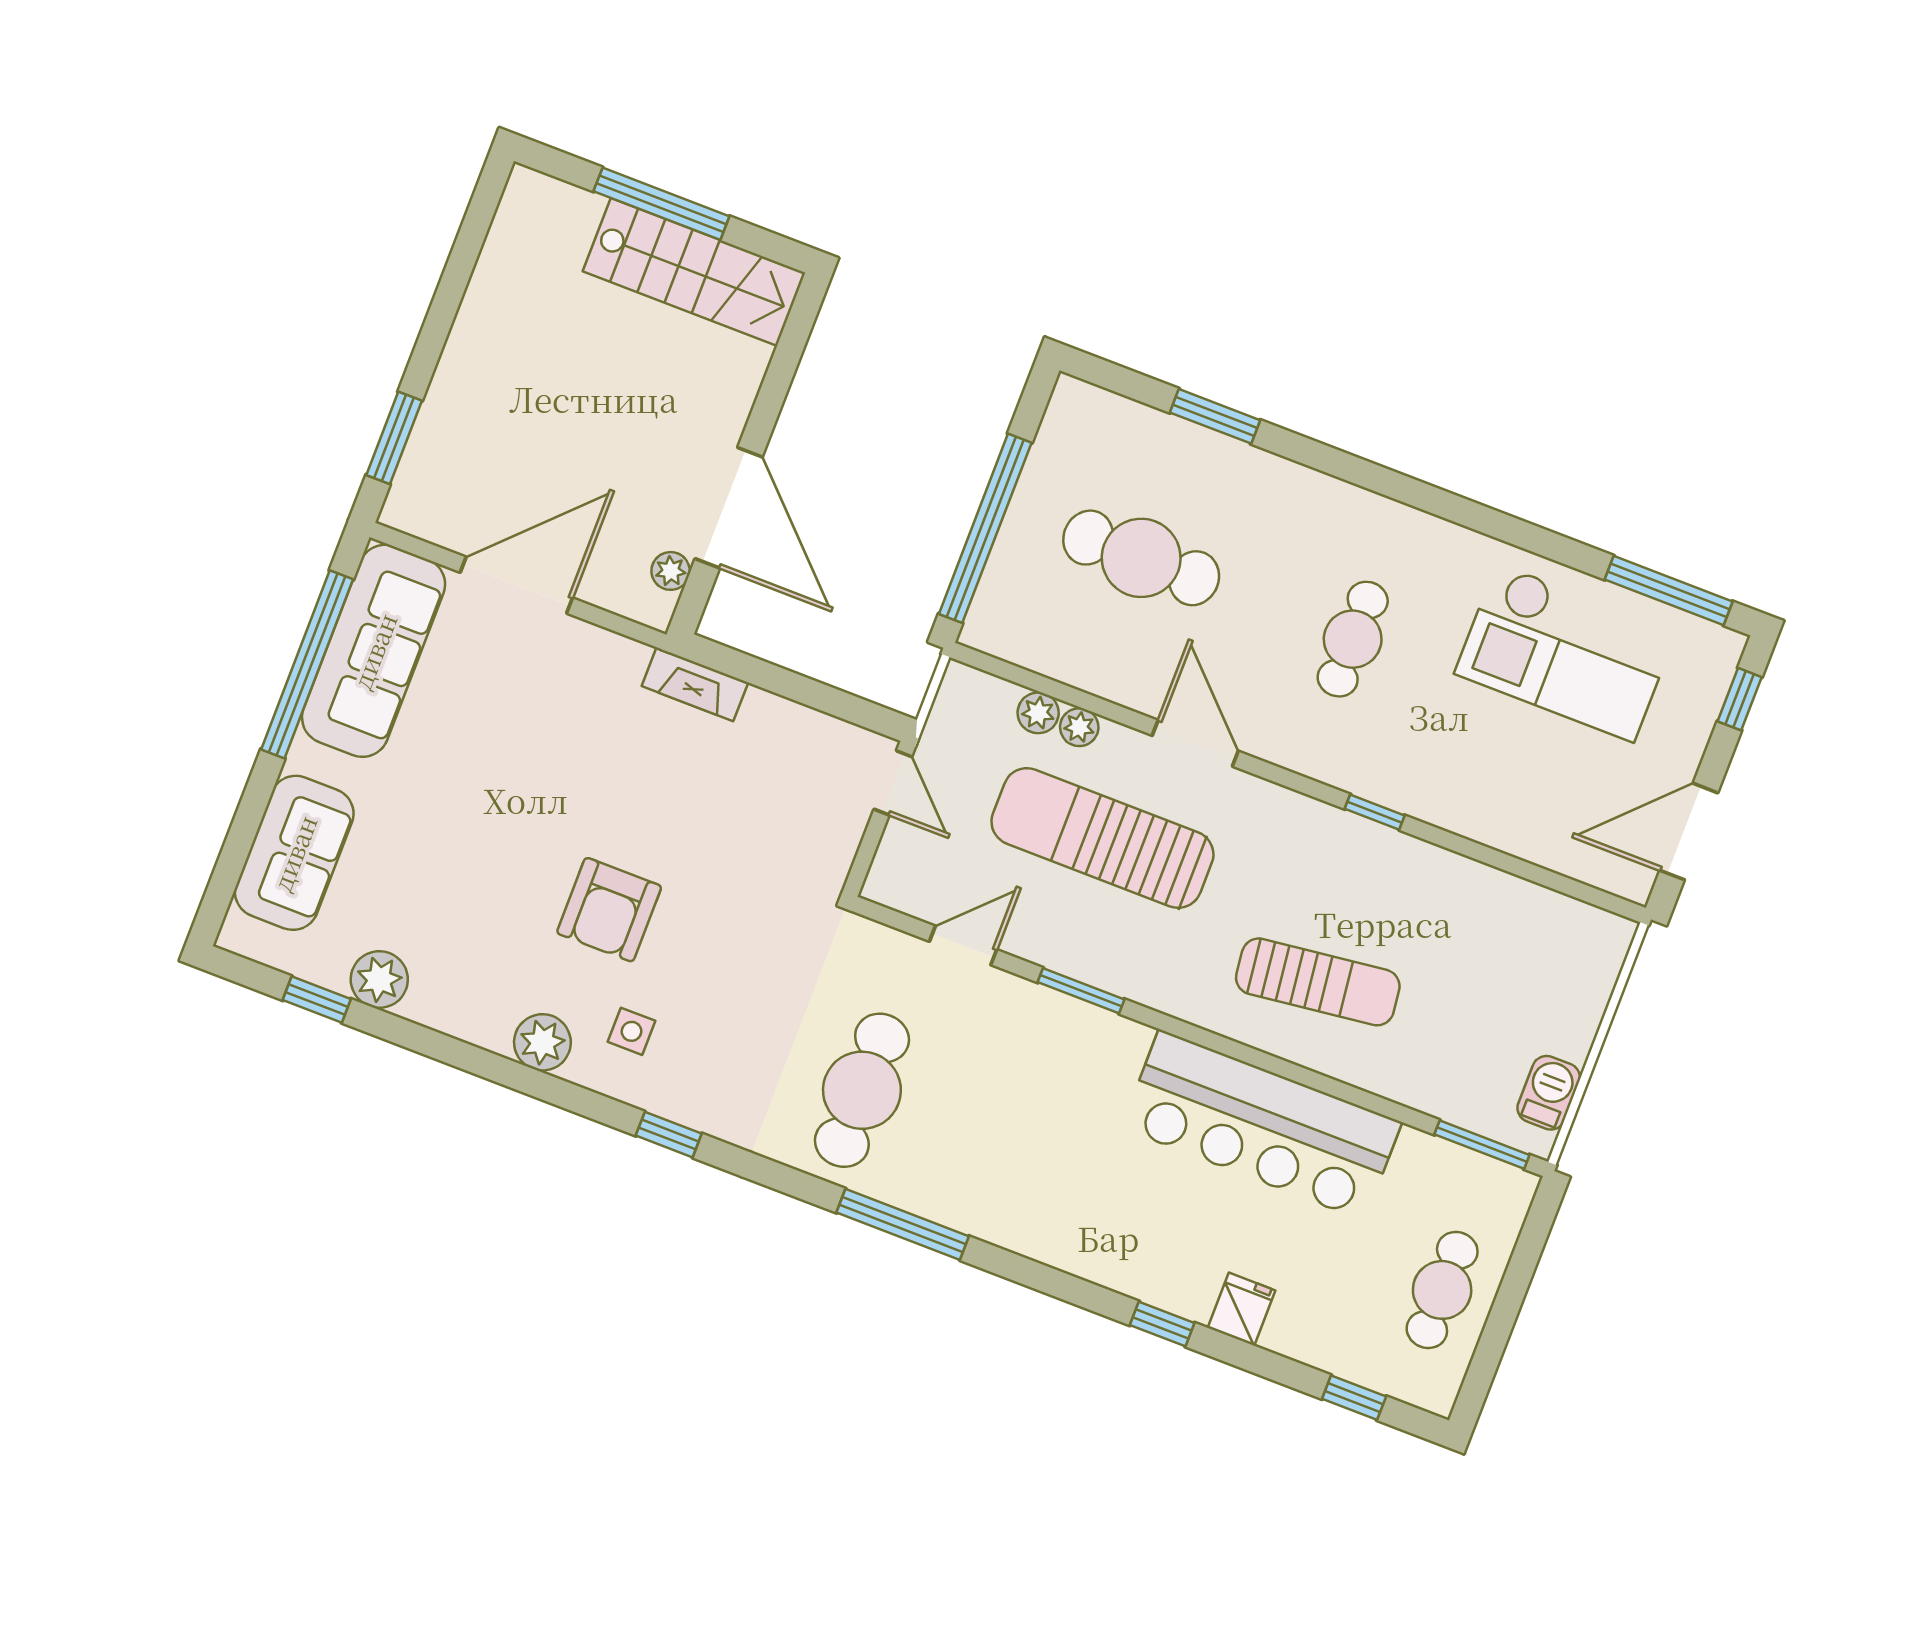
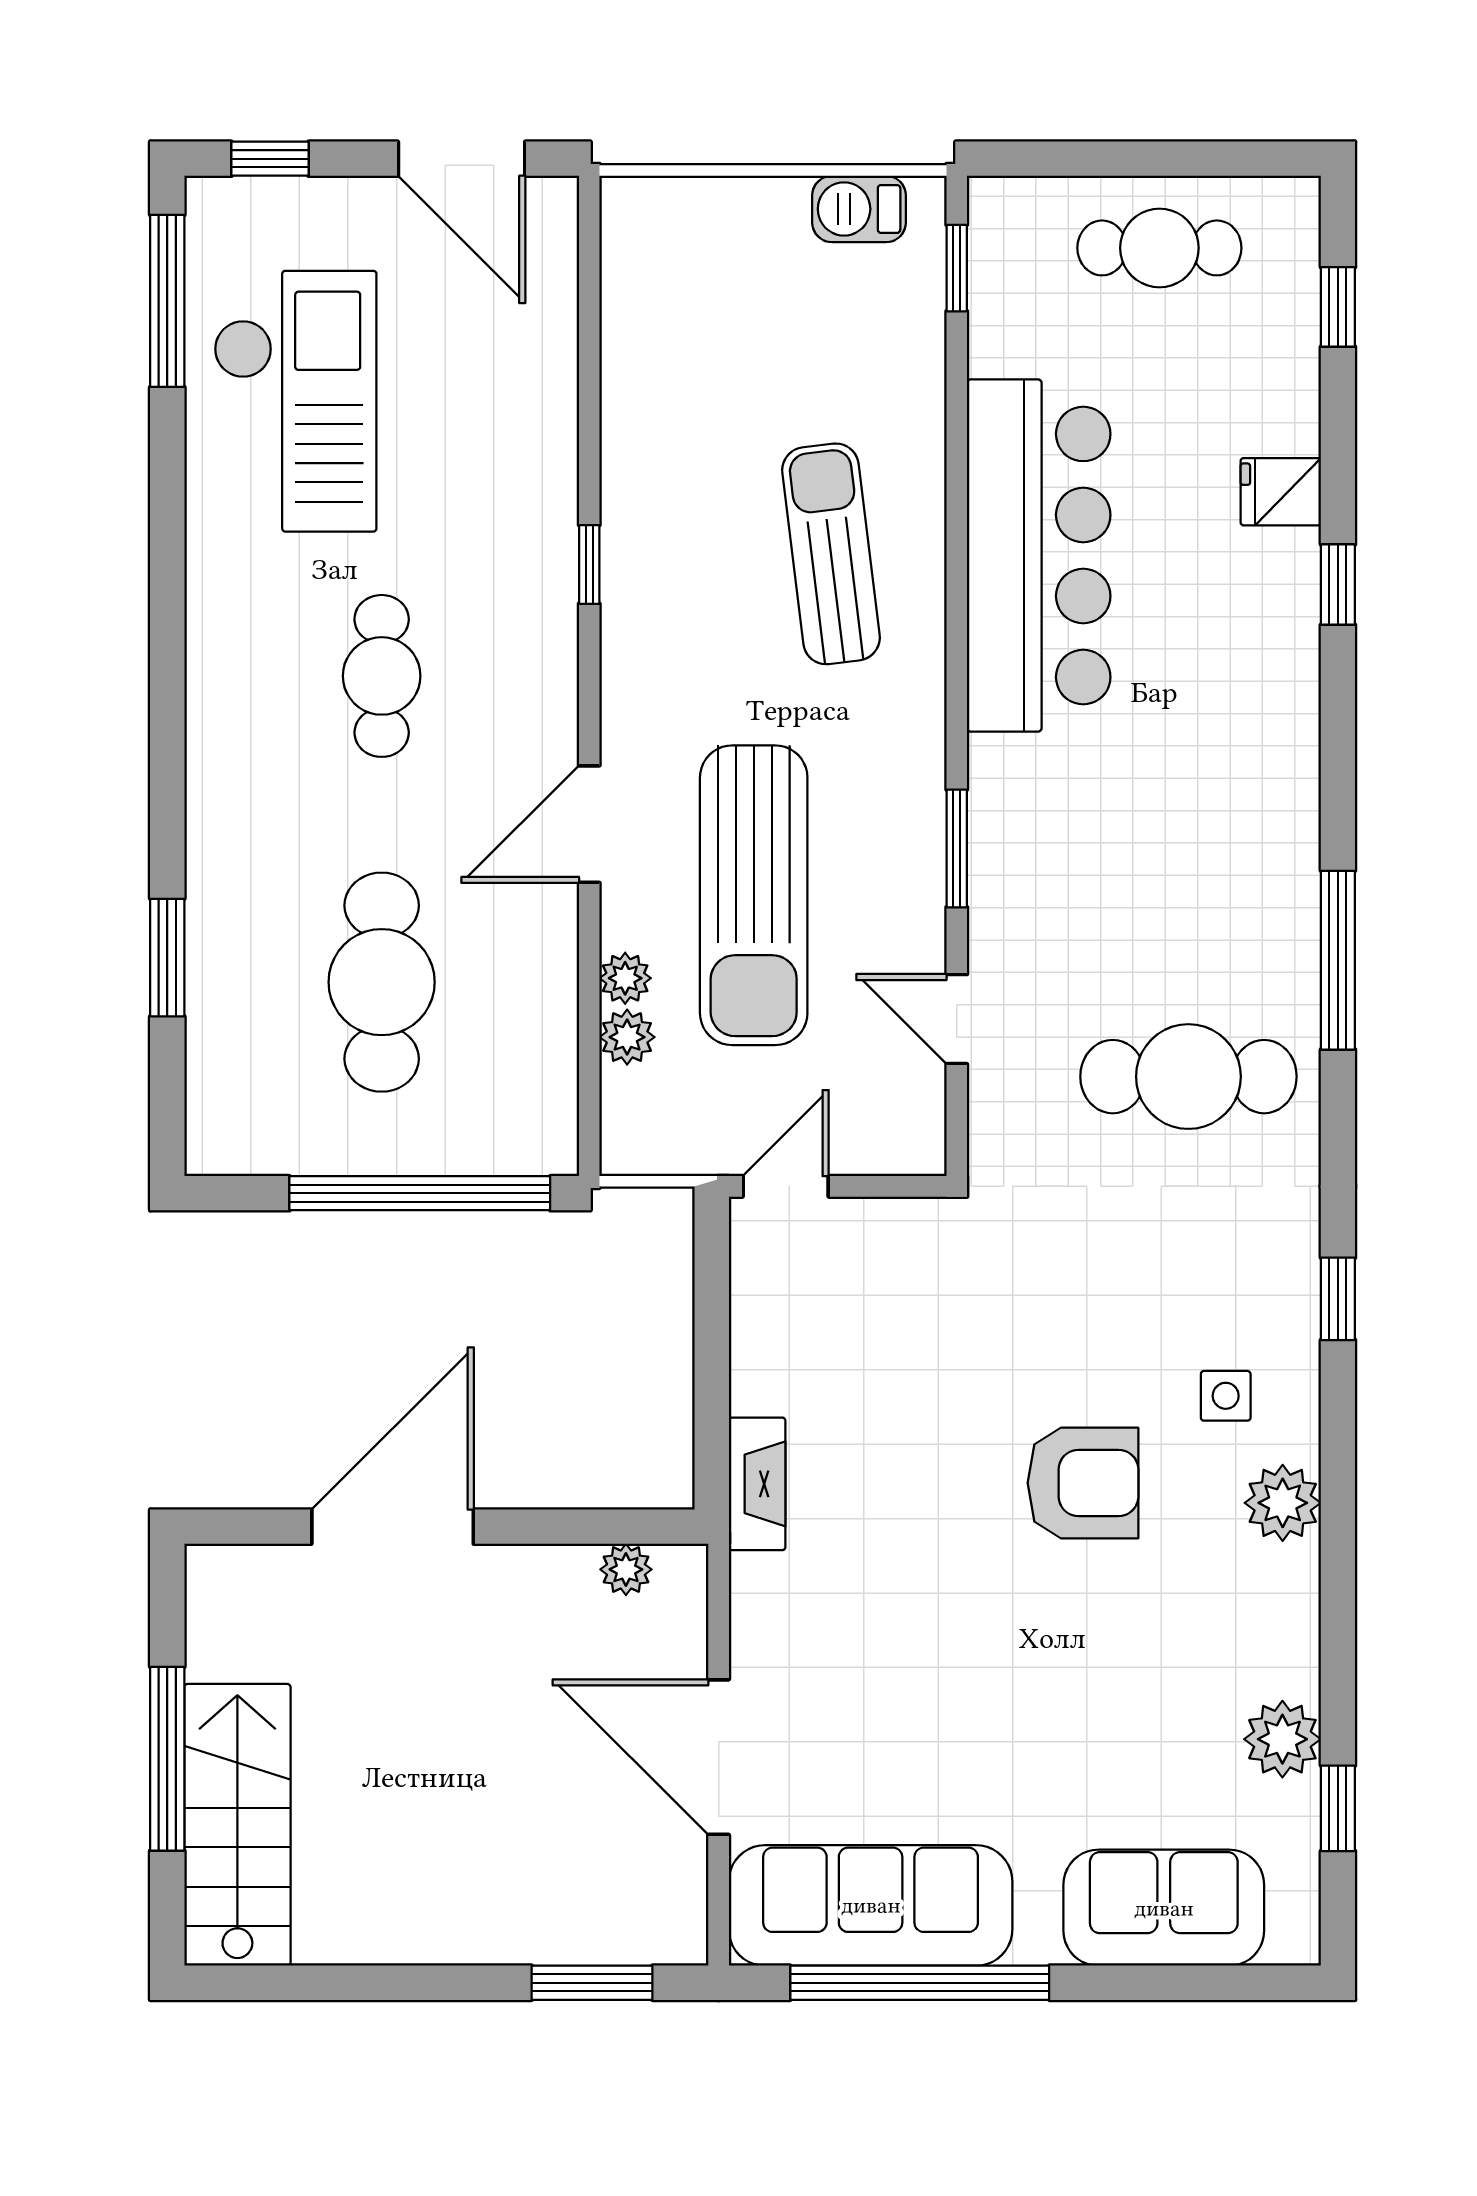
stairs: (694, 272) -> (237, 1825), moved
door: (729, 508) -> (393, 1527), moved
cafe table: (1353, 639) -> (382, 676), turned 90
window: (1482, 1145) -> (957, 268), width x0.67

